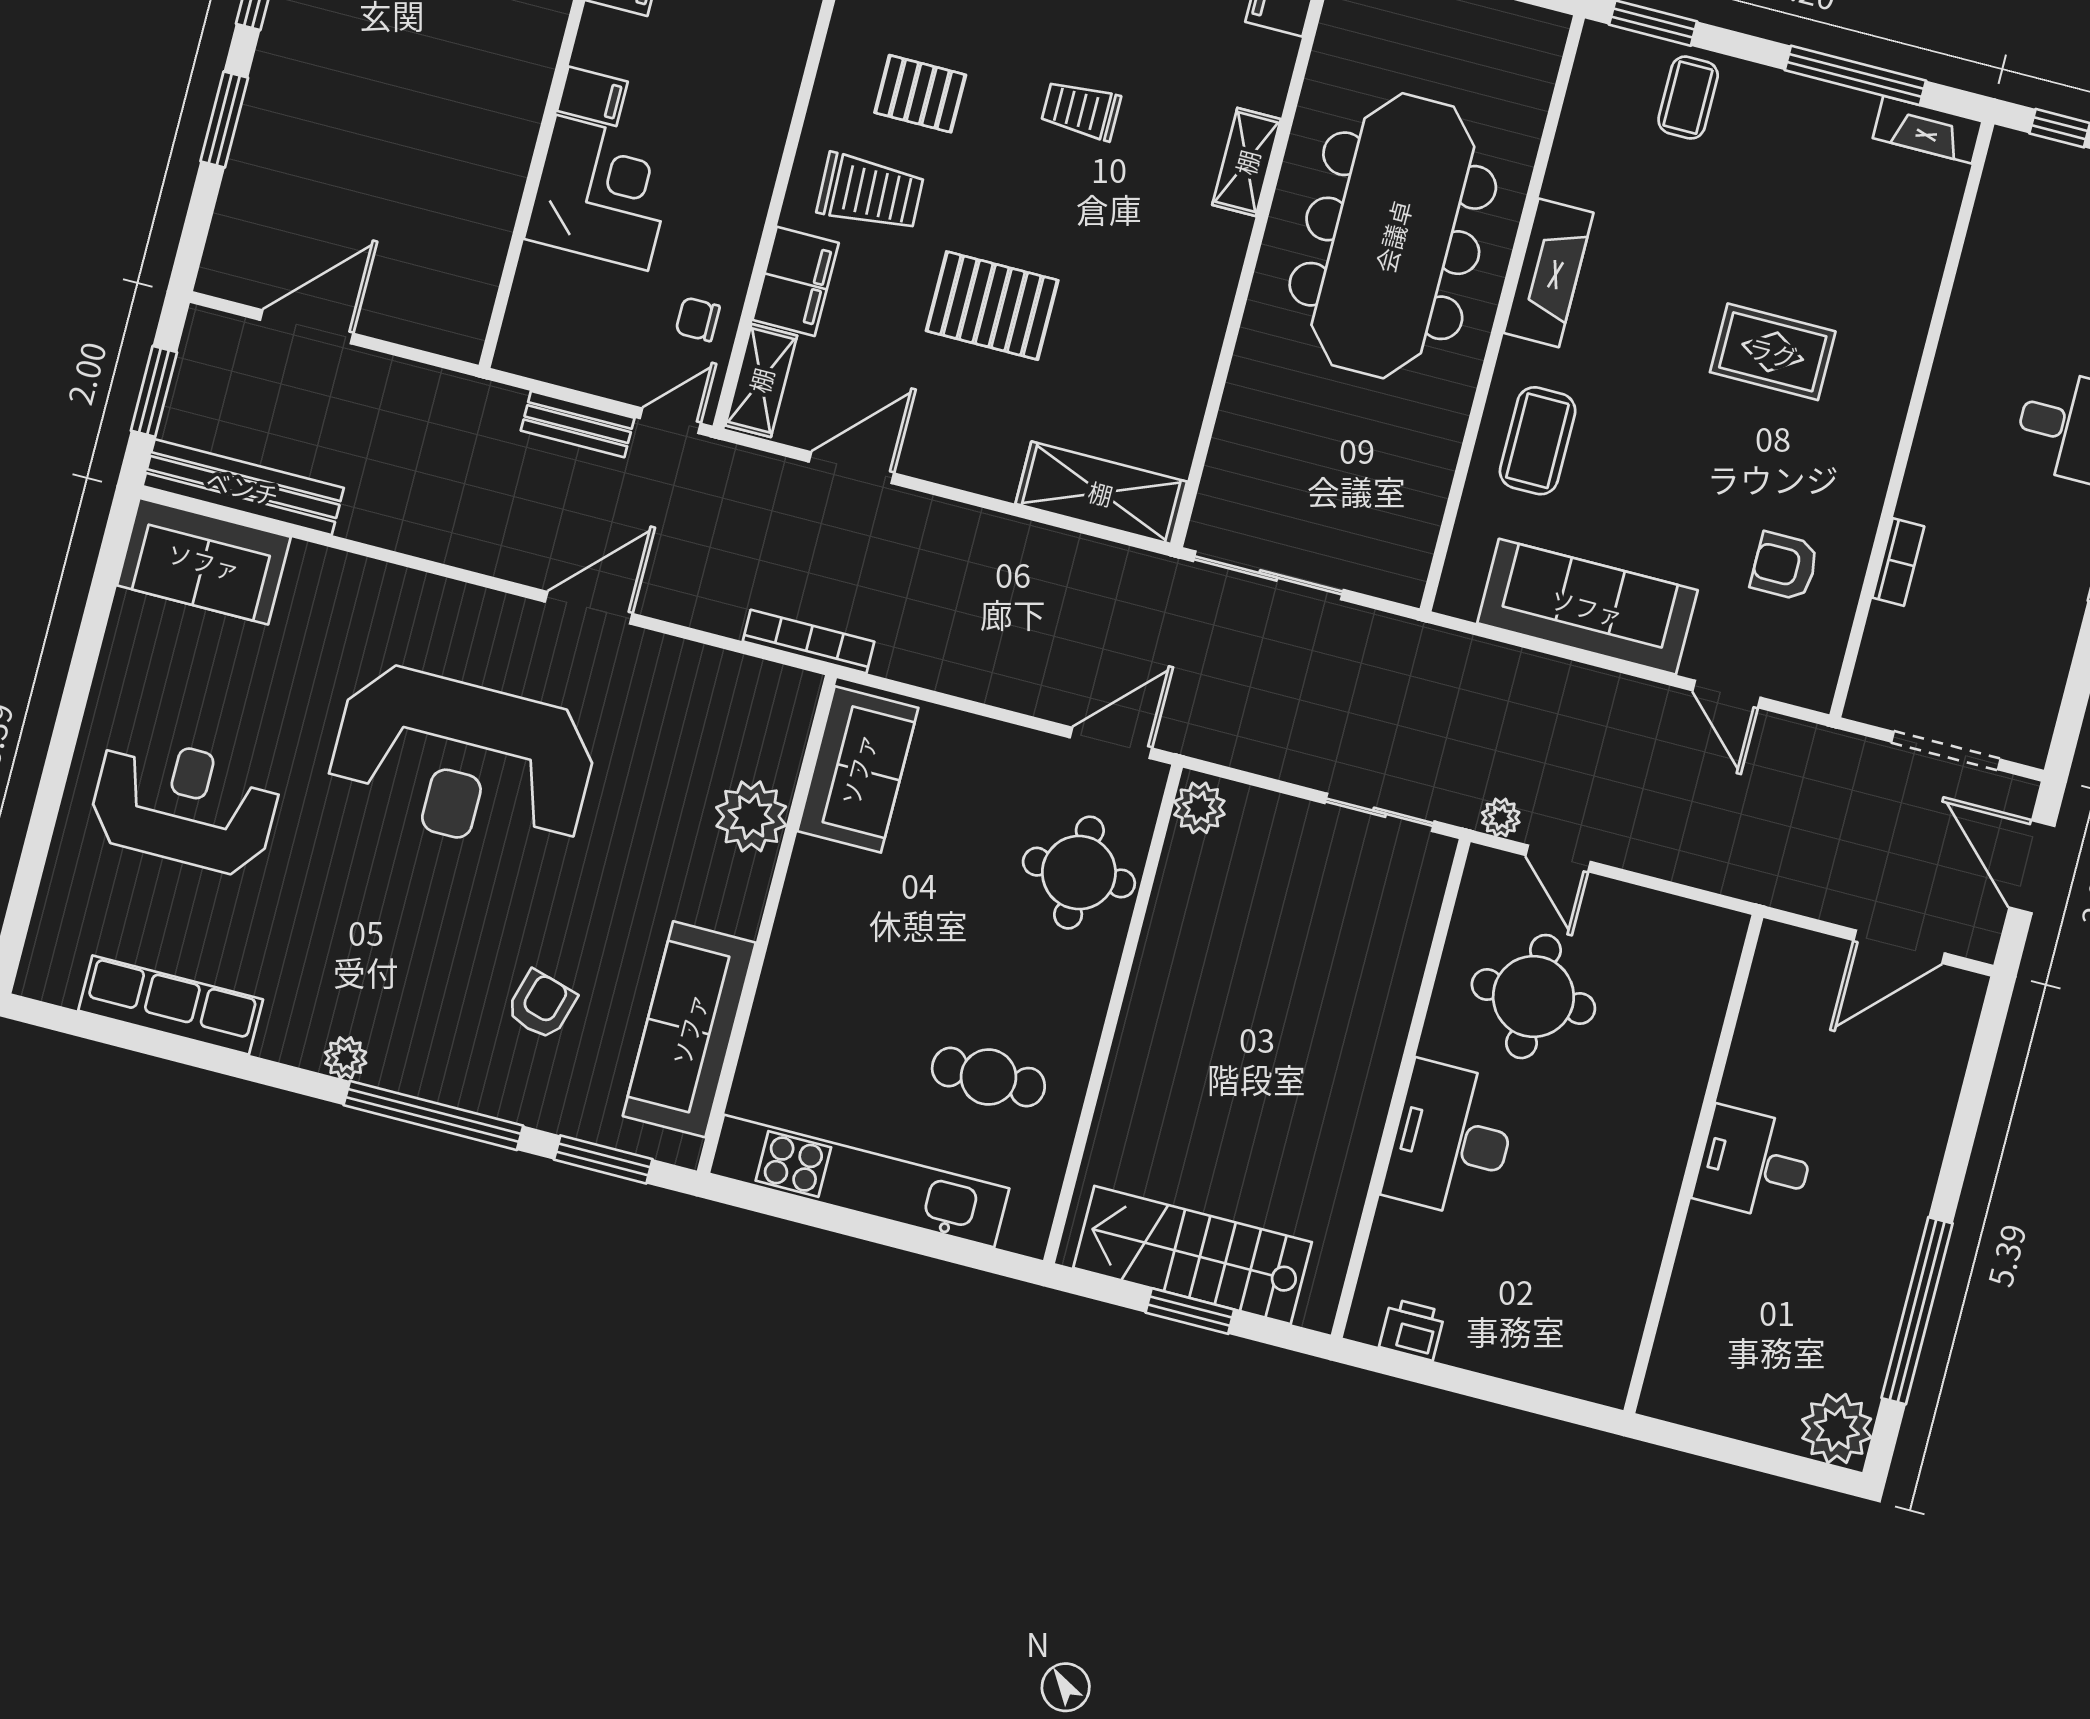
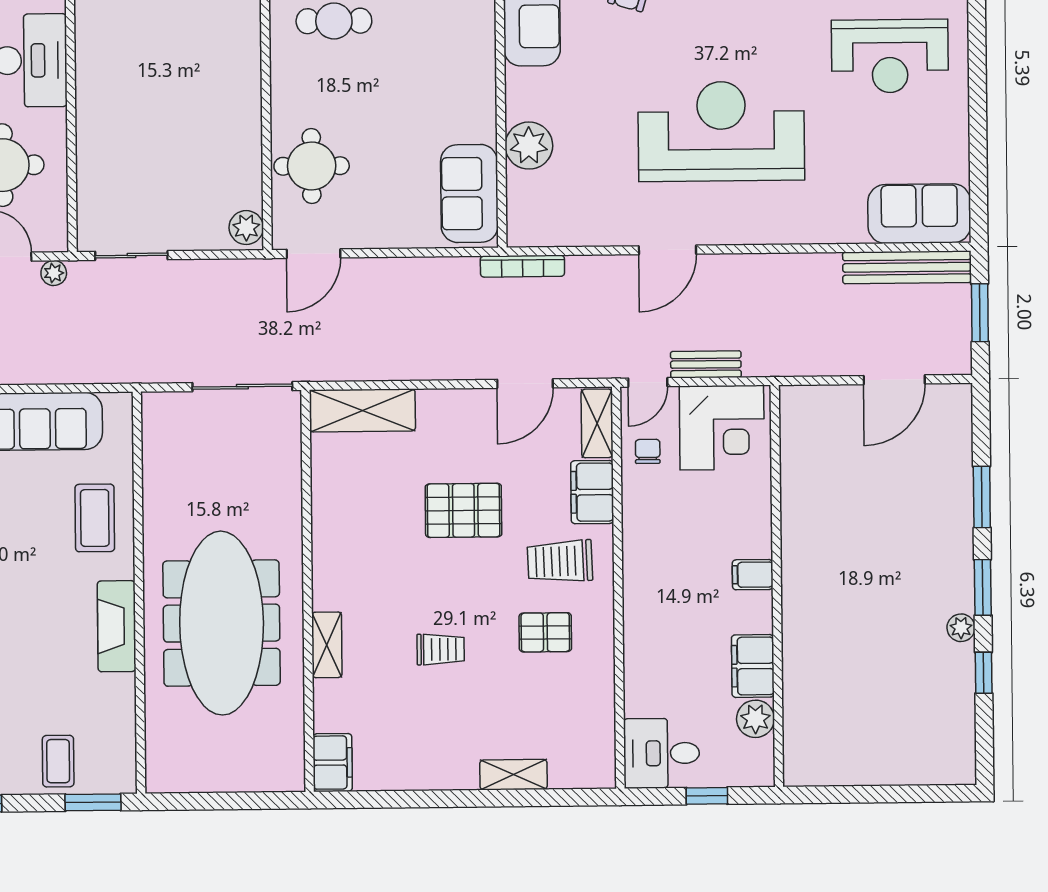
corner desk: (602, 193) -> (722, 428), moved, turned -90
chair: (698, 319) -> (648, 451), turned -90

